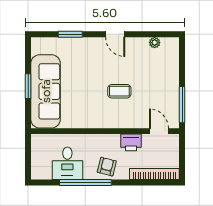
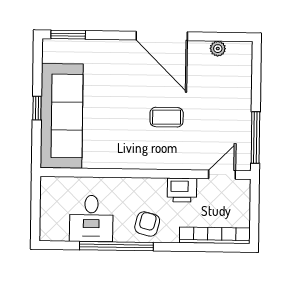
window: (70, 34) -> (68, 35), moved
door: (115, 34) -> (162, 36), width x1.88
window: (28, 86) -> (37, 108), width x0.67
door: (159, 131) -> (222, 175), hinge flipped

